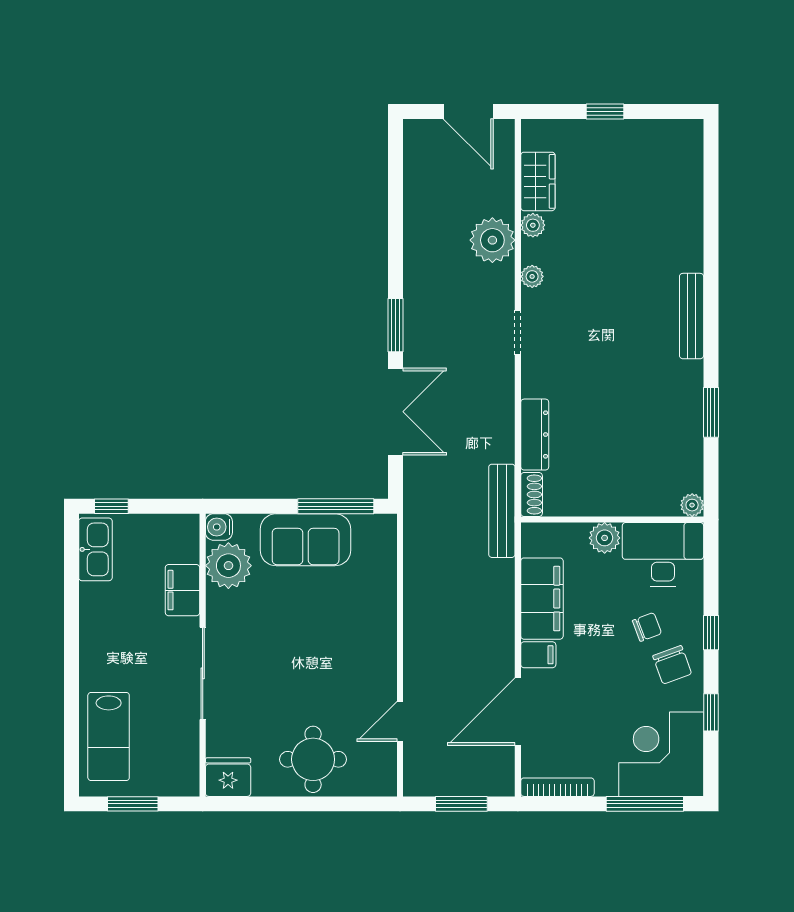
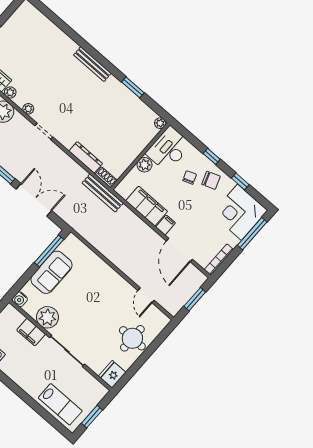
plant: (228, 566) -> (47, 317), moved

